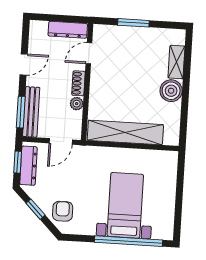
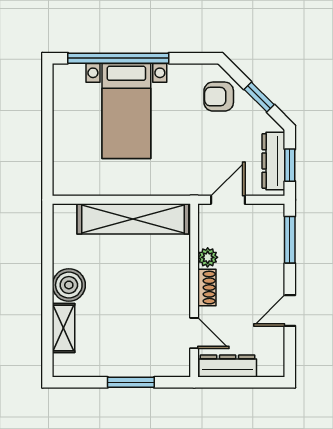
door: (89, 53) -> (194, 333), hinge flipped
bench: (31, 112) -> (274, 241), removed
armchair: (63, 211) -> (219, 97), turned 90

